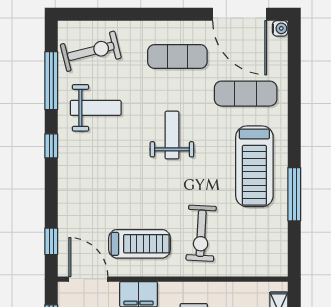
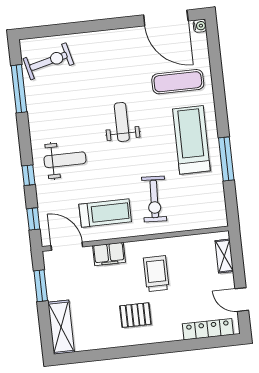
exercise mat: (177, 57) -> (119, 58), removed
weight bench: (96, 108) -> (65, 160), moved
window: (51, 146) -> (29, 175), moved
treadmill: (254, 166) -> (191, 140), turned 180

